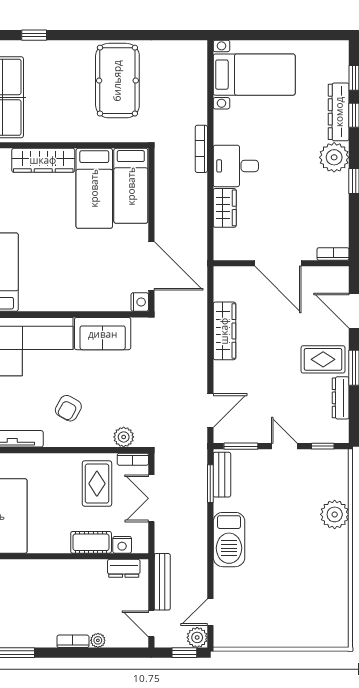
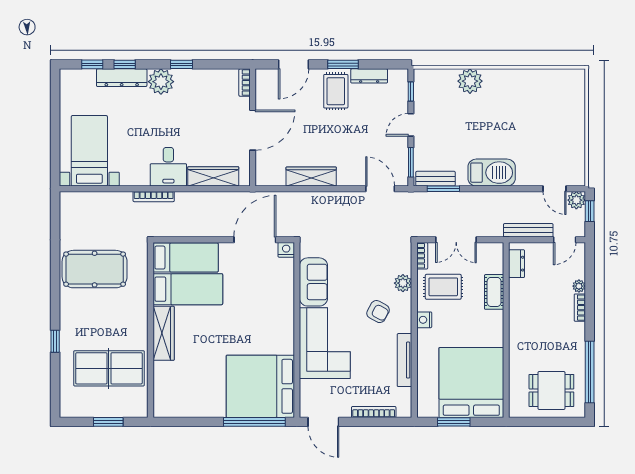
wardrobe: (225, 208) -> (213, 176), width x1.50
plant: (124, 437) -> (403, 283), moved
nightstand: (122, 545) -> (424, 320), moved, turned 180

